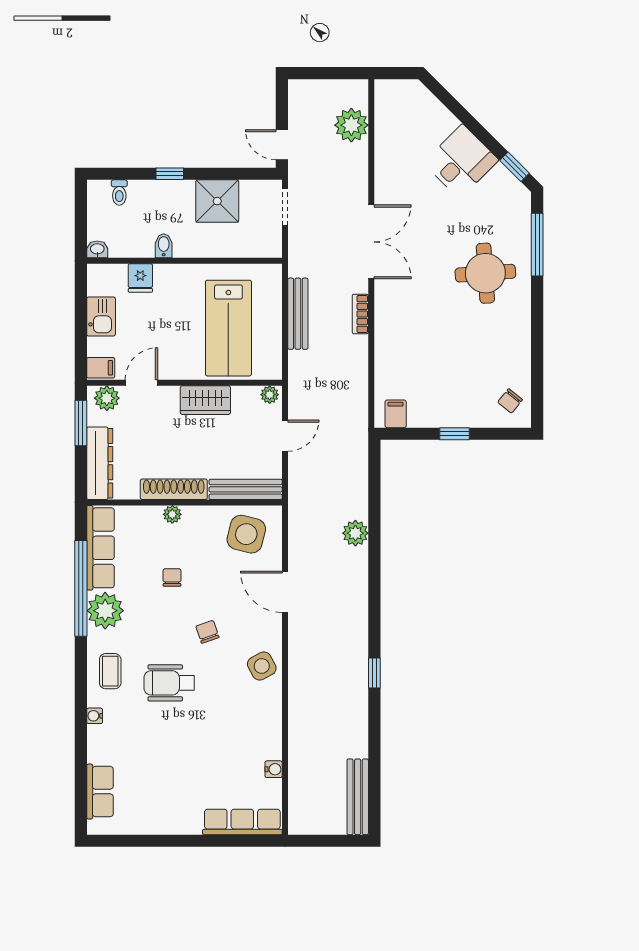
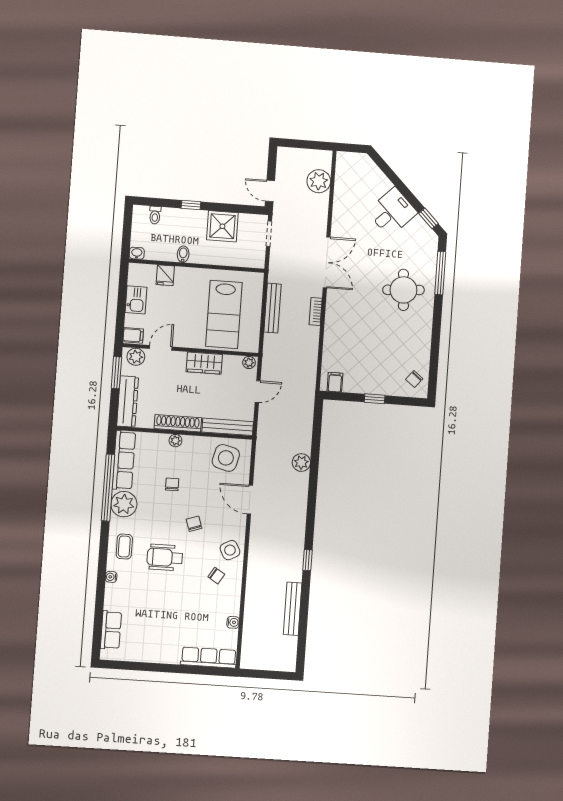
chair: (245, 704) -> (216, 576), added
bench: (358, 797) -> (293, 609), moved

